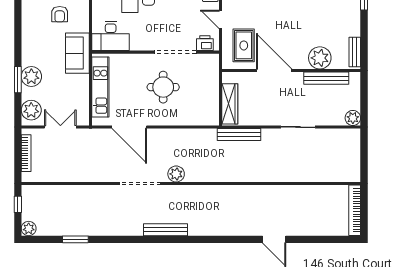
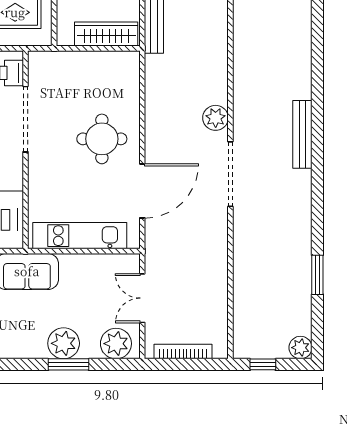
round table: (163, 87) -> (102, 139), moved

